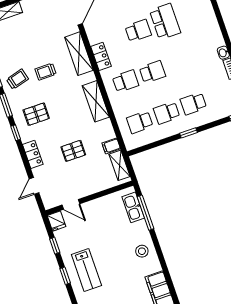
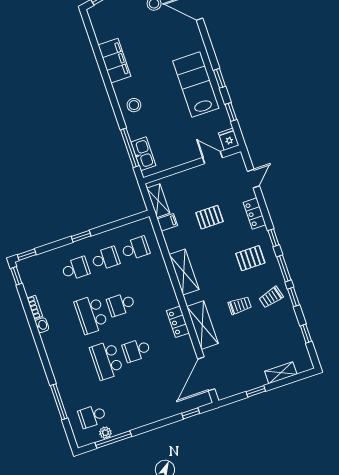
school desk: (126, 81) -> (91, 314), moved, width x1.85
lab bench: (86, 270) -> (196, 85), width x1.36, depth x1.39

